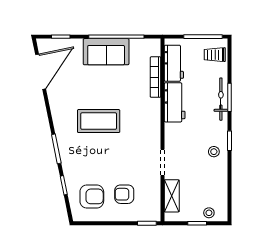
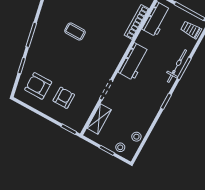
workbench: (175, 102) -> (134, 61), moved
coffee table: (99, 121) -> (75, 32), width x0.54, depth x0.58
stool: (214, 152) -> (136, 137), moved
armchair: (124, 194) -> (64, 98), turned 90
armchair: (92, 196) -> (38, 86), turned 180

